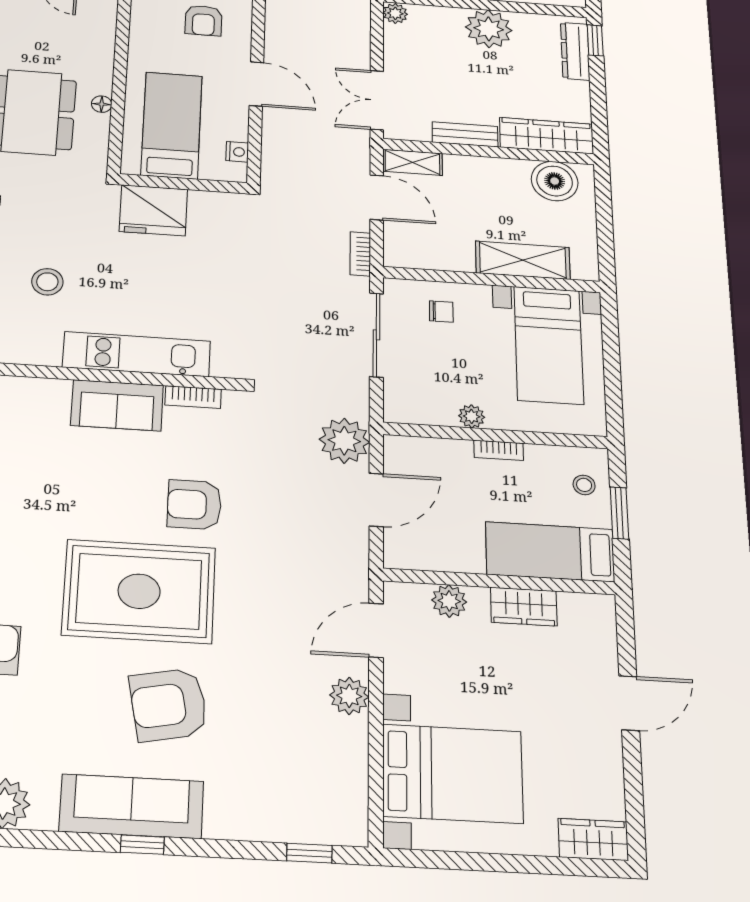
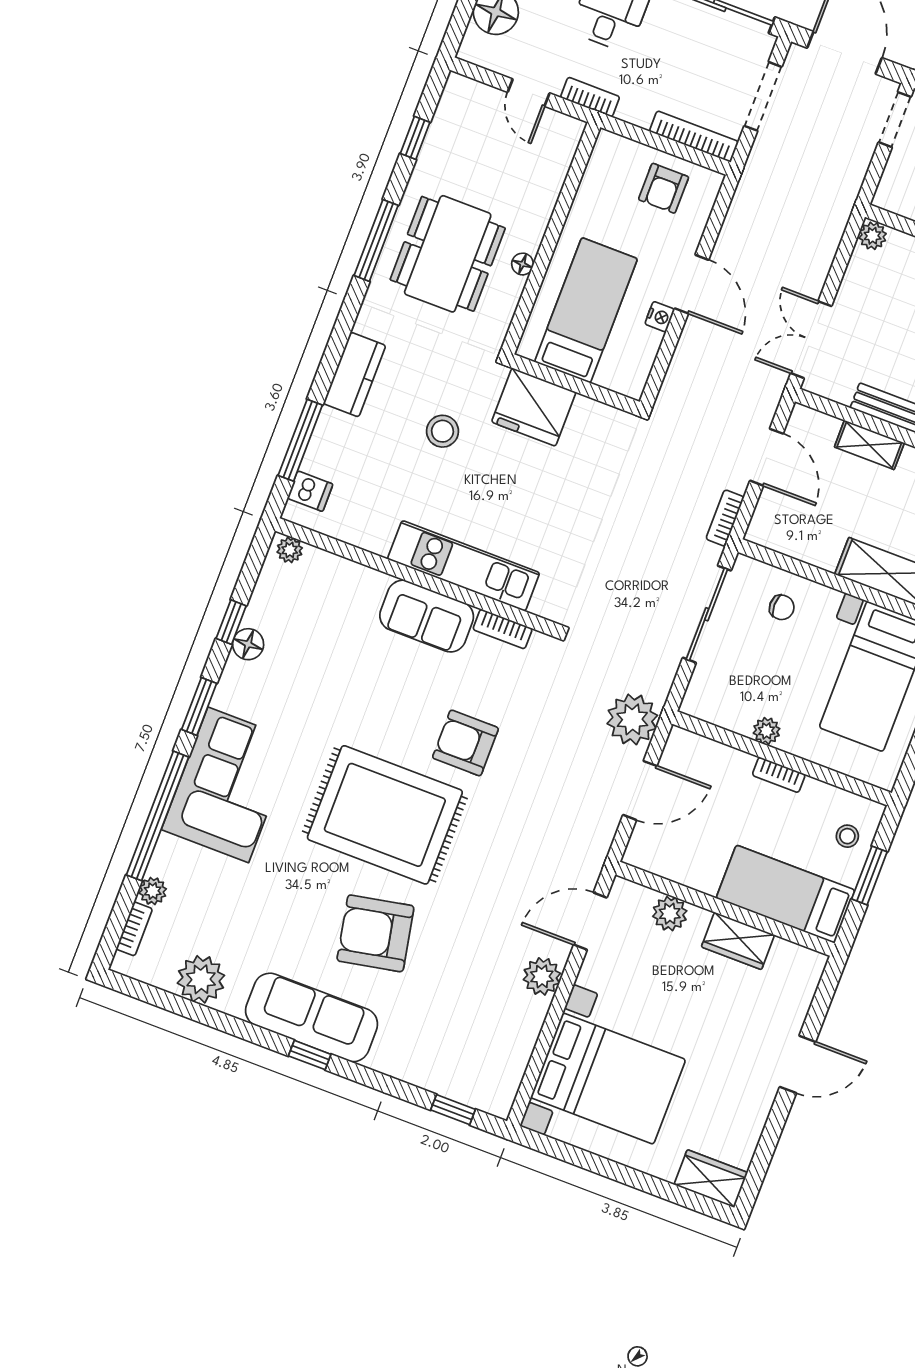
nightstand: (237, 152) -> (660, 317), moved
shelving: (412, 162) -> (869, 445), moved
stool: (47, 282) -> (442, 431), moved

